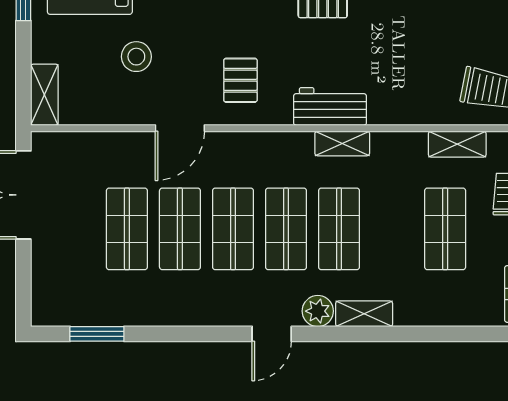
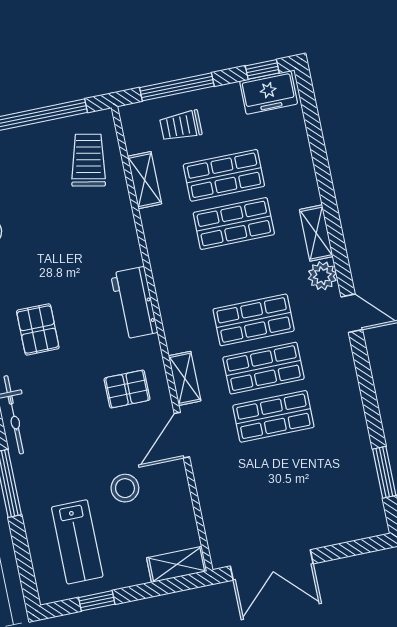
door: (180, 128) -> (182, 435), swing flipped
shelving: (342, 143) -> (185, 378), moved
shop shelf: (127, 229) -> (283, 465), removed
shop shelf: (339, 229) -> (234, 224), moved

